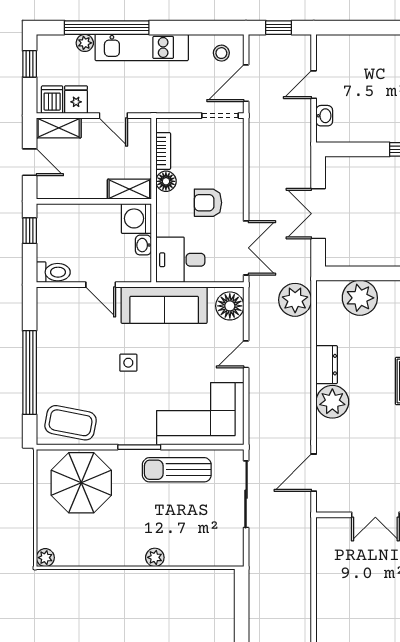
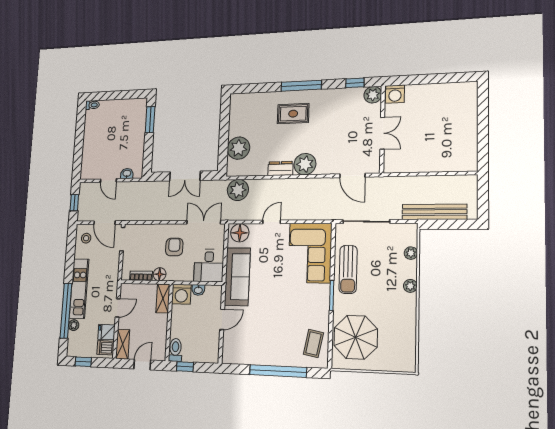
armchair: (208, 203) -> (174, 247), turned 180
toilet: (53, 272) -> (175, 350), moved
door: (246, 354) -> (272, 222), swing flipped
side table: (128, 363) -> (274, 302), removed
coffee table: (71, 423) -> (313, 343), width x0.73, depth x0.77
plant: (45, 558) -> (411, 253), moved
bench: (259, 589) -> (434, 212), added

